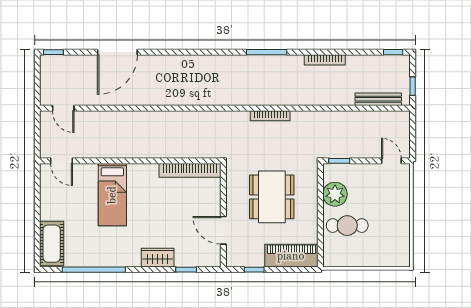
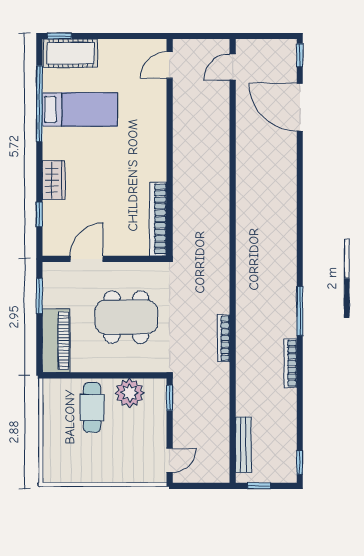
door: (117, 52) -> (300, 107), moved
bookcase: (325, 60) -> (291, 363), moved
bookcase: (270, 116) -> (224, 338), moved
bed: (112, 195) -> (80, 110), moved, turned 180
window: (37, 253) -> (59, 36), added
window: (254, 270) -> (39, 296), width x1.50

